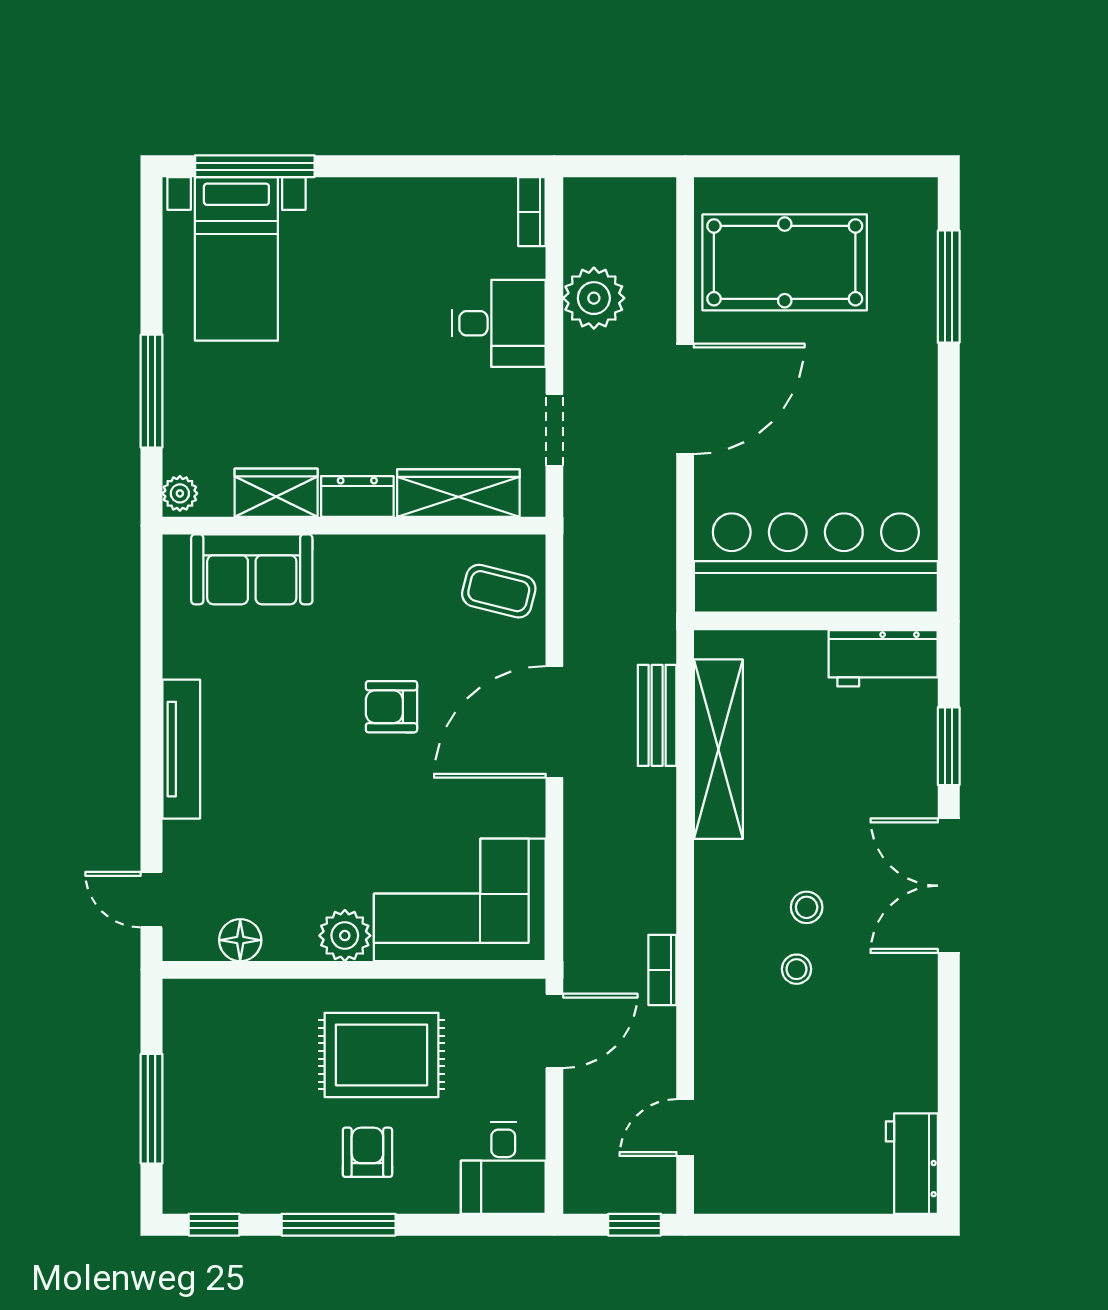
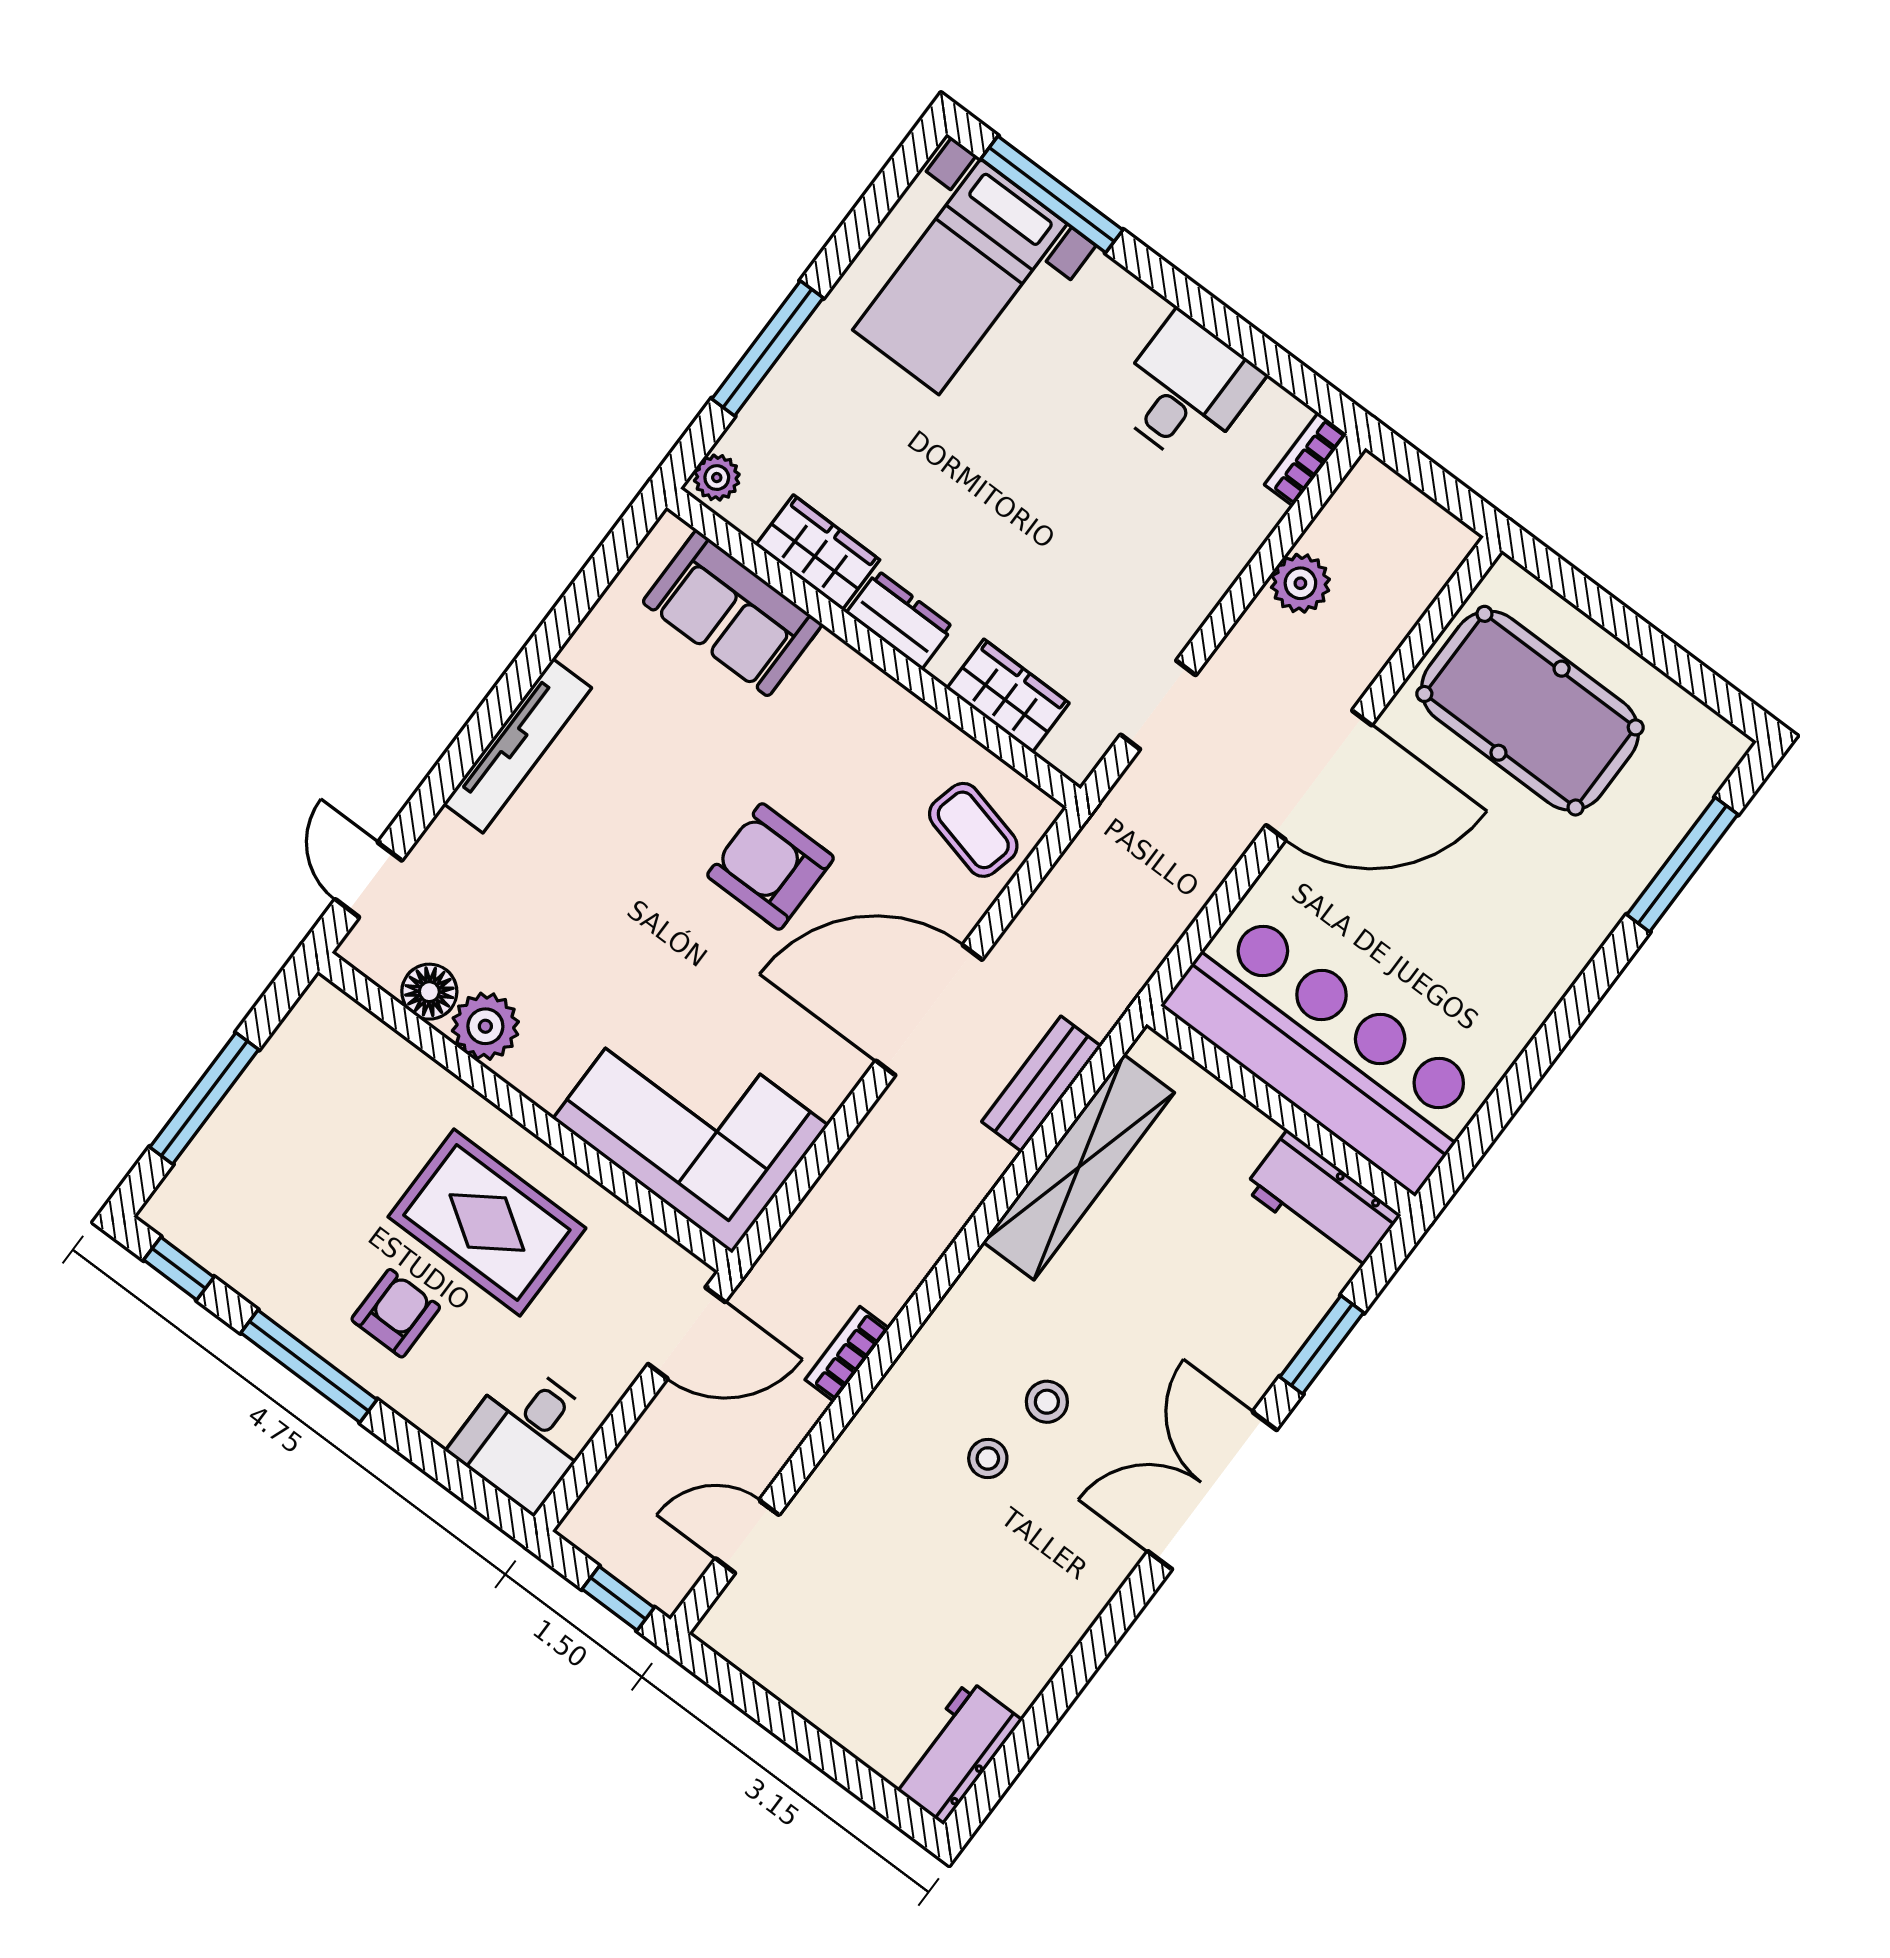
plant: (594, 298) -> (1300, 583), width x0.73, depth x0.73
desk: (499, 323) -> (1186, 390), moved, turned -90
wardrobe: (458, 493) -> (1008, 696), width x0.67
armchair: (391, 707) -> (771, 867), width x1.38, depth x1.38
plant: (345, 936) -> (485, 1026), moved

